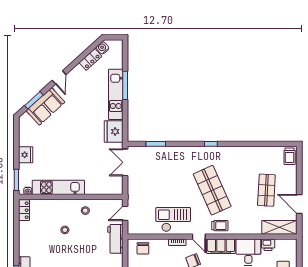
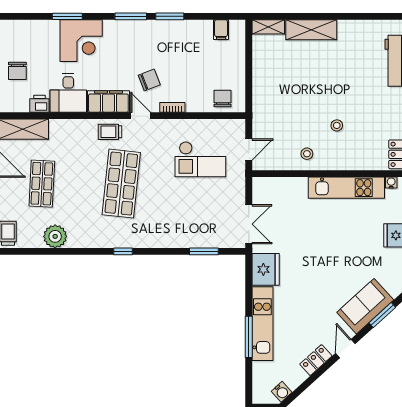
locker: (90, 59) -> (316, 360), moved
plant: (257, 154) -> (55, 236), added
shop shelf: (212, 190) -> (121, 184), turned 30
checkout: (173, 220) -> (200, 159), moved
workbench: (115, 239) -> (263, 112), removed

